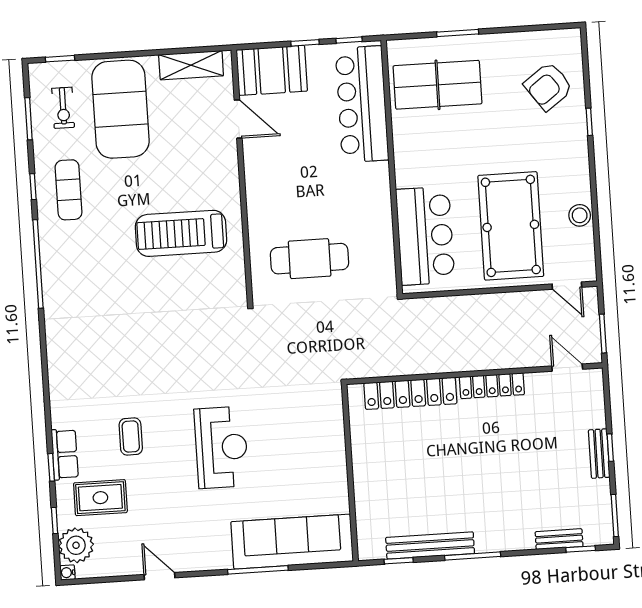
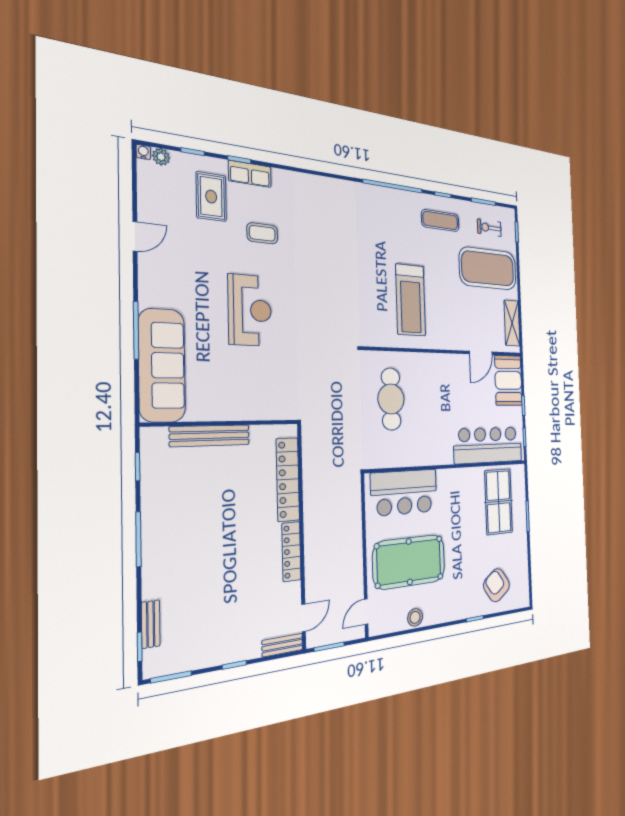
treadmill: (181, 233) -> (411, 300), turned 180
reception desk: (221, 447) -> (250, 310), turned -90
bench: (599, 454) -> (282, 645), moved
plant: (76, 545) -> (161, 157), width x0.53, depth x0.53
bench: (430, 545) -> (210, 436), moved, turned 90

